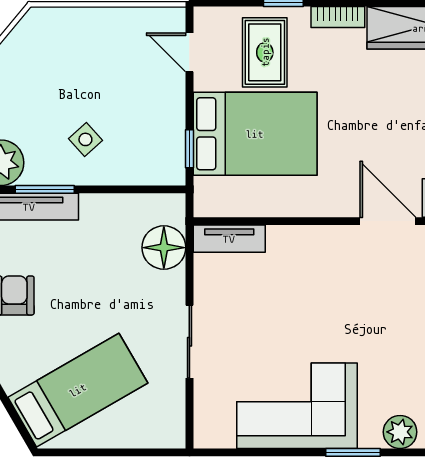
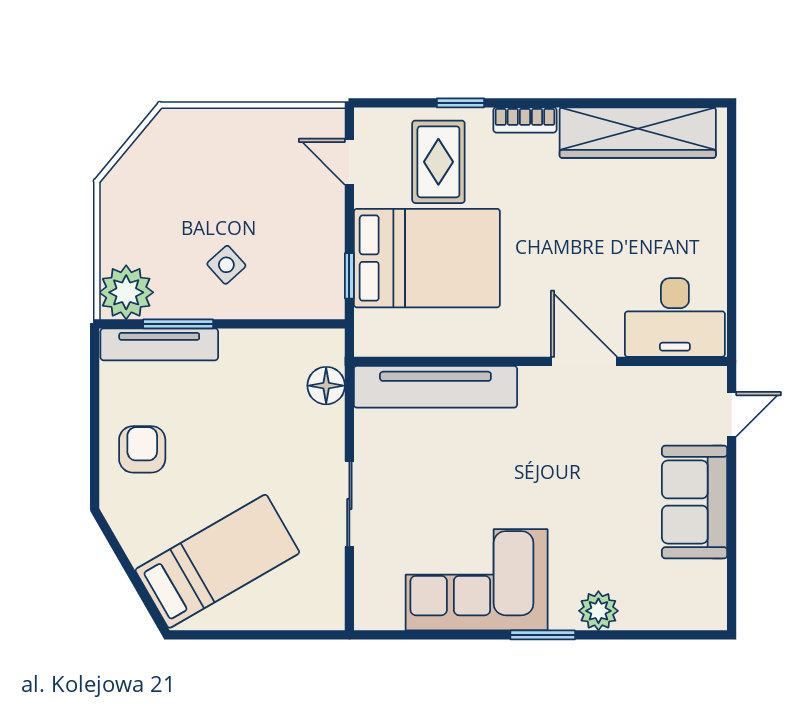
tv unit: (229, 239) -> (435, 387), width x1.92, depth x1.29
floor lamp: (164, 248) -> (326, 386), width x0.73, depth x0.73

